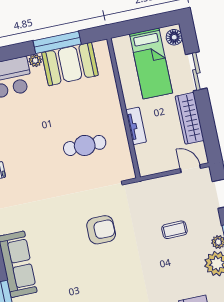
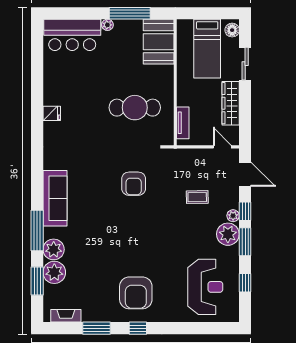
booth: (70, 64) -> (159, 42), moved, turned 90
tv unit: (136, 126) -> (183, 123), moved
cafe table: (85, 145) -> (135, 108), width x1.37, depth x1.35
armchair: (101, 230) -> (134, 184), turned 90

